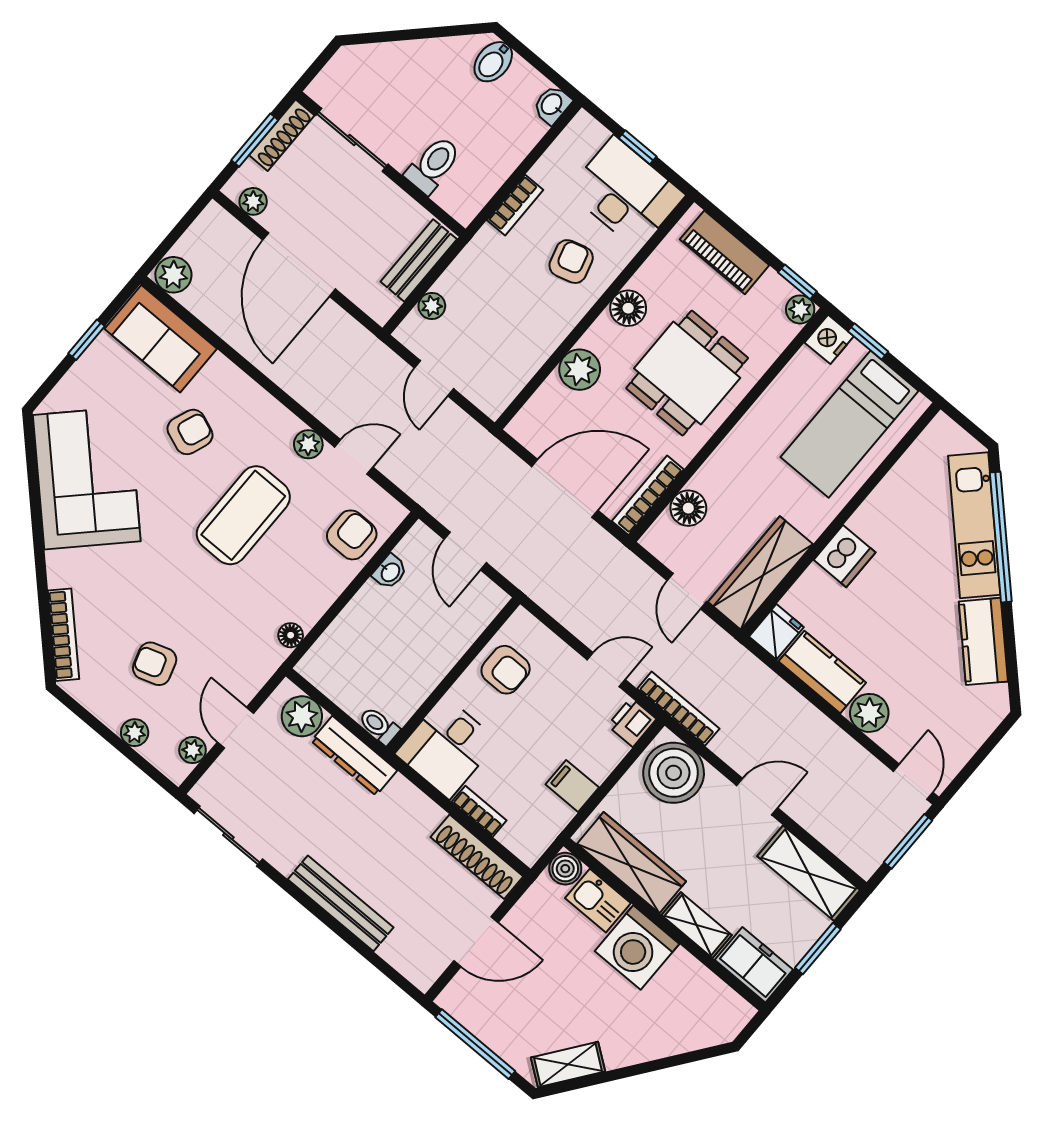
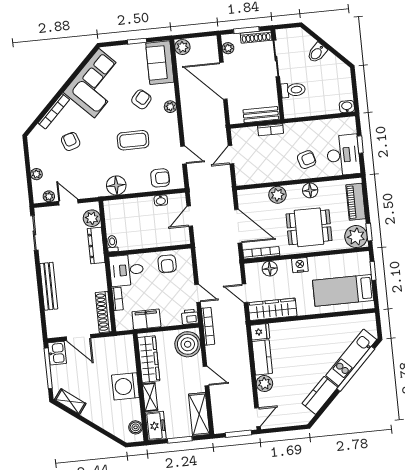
bidet: (493, 62) -> (317, 53), moved, turned -45
bookcase: (515, 205) -> (271, 130), moved
door: (299, 265) -> (223, 81), hinge flipped
plant: (432, 306) -> (251, 132), removed
plant: (800, 309) -> (356, 237), width x1.87, depth x1.87
nightstand: (829, 339) -> (300, 265), moved
armchair: (190, 432) -> (141, 99), turned -70
plant: (308, 444) -> (170, 107), moved
coffee table: (243, 515) -> (133, 140), width x0.73, depth x0.76
dishwasher: (845, 556) -> (303, 329), removed
door: (687, 591) -> (245, 293), hinge flipped
bookcase: (64, 635) -> (54, 111), moved
floor lamp: (291, 635) -> (116, 185), width x1.89, depth x1.89
armchair: (155, 664) -> (71, 141), moved
door: (235, 728) -> (68, 202), hinge flipped
filing cabinet: (572, 786) -> (146, 319), width x2.00
boiler: (565, 869) -> (136, 427), moved
kitchen sink: (598, 901) -> (57, 353), moved, turned 180

